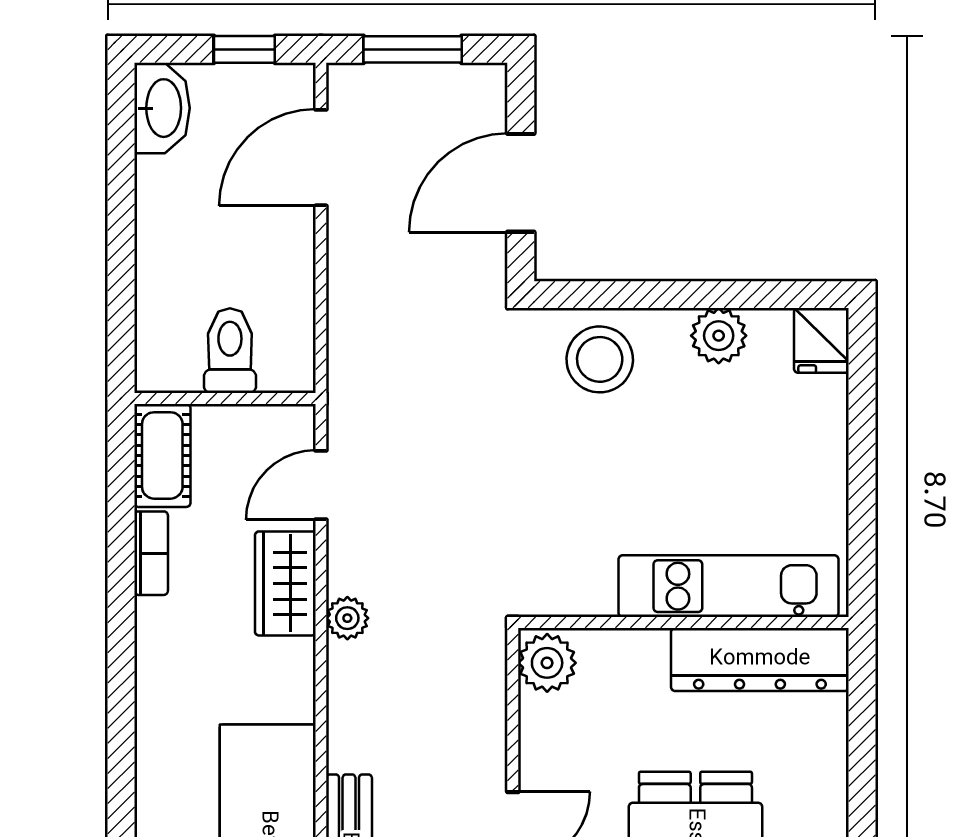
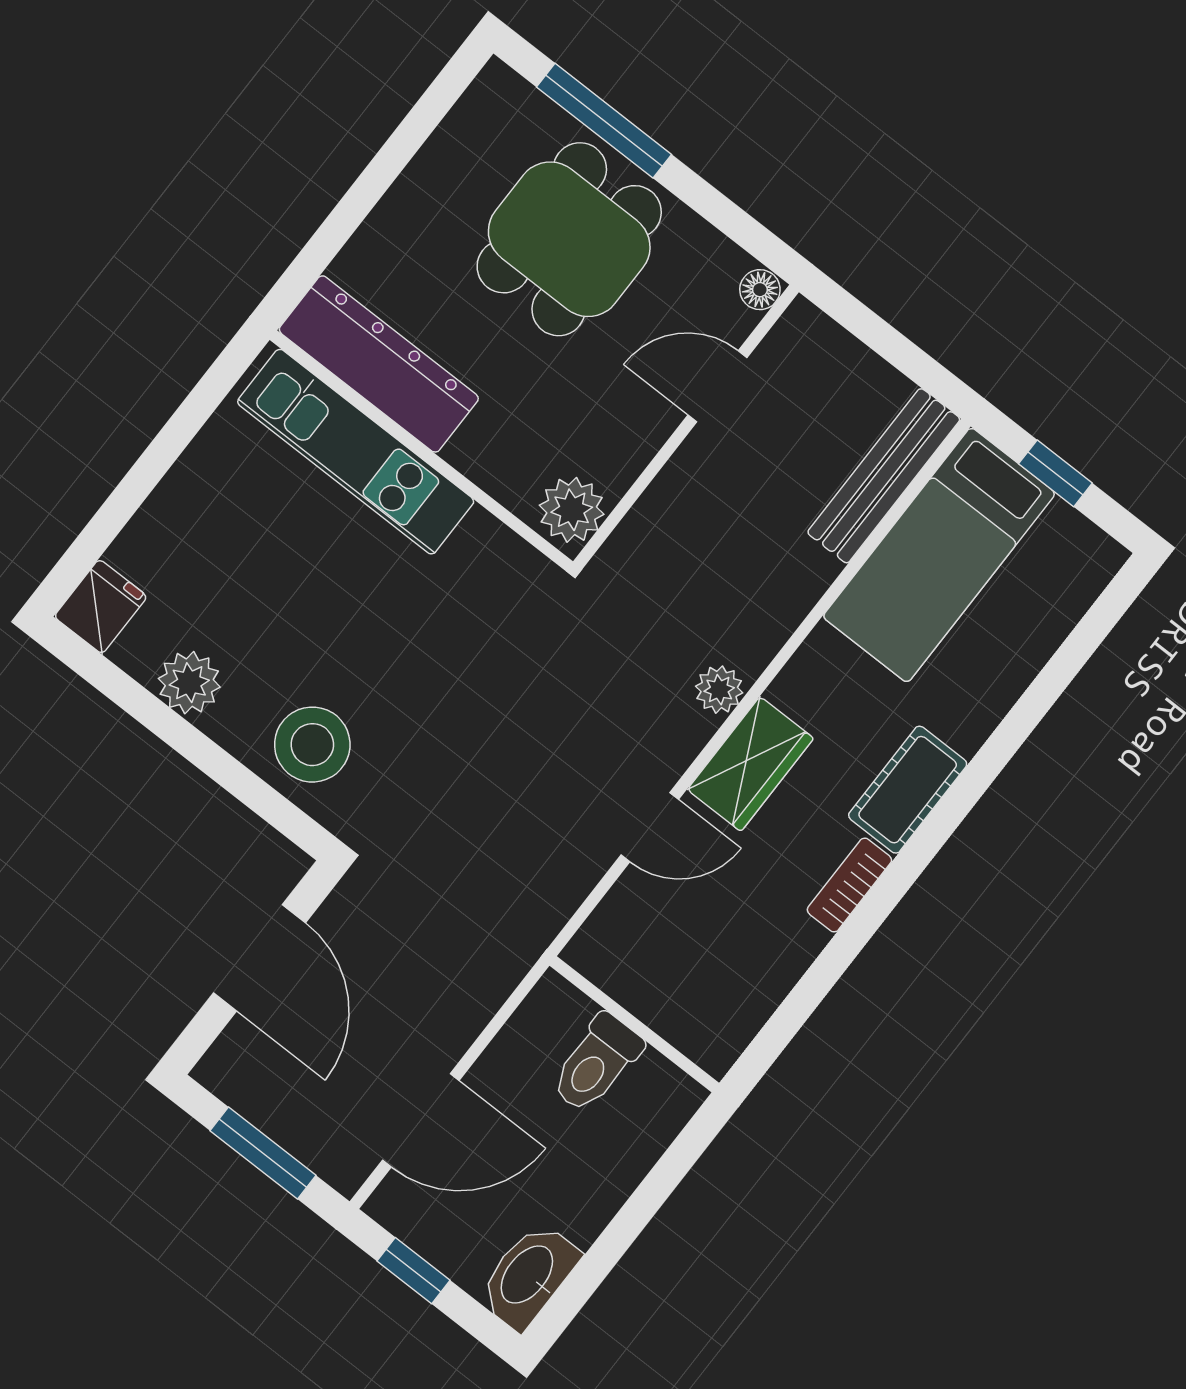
door: (521, 183) -> (259, 958), hinge flipped
toilet: (230, 351) -> (596, 1064), moved
wall: (225, 399) -> (634, 1024), moved
cot: (162, 455) -> (908, 790), moved

